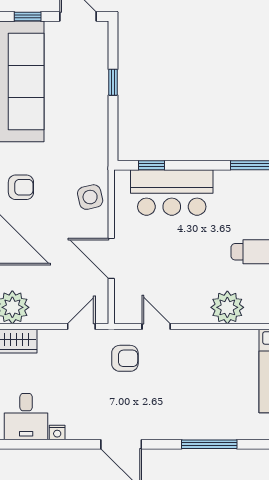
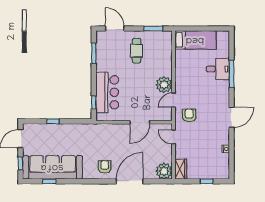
side table: (90, 197) -> (110, 133), removed
plant: (227, 307) -> (164, 85), moved
desk: (26, 417) -> (218, 69), moved

